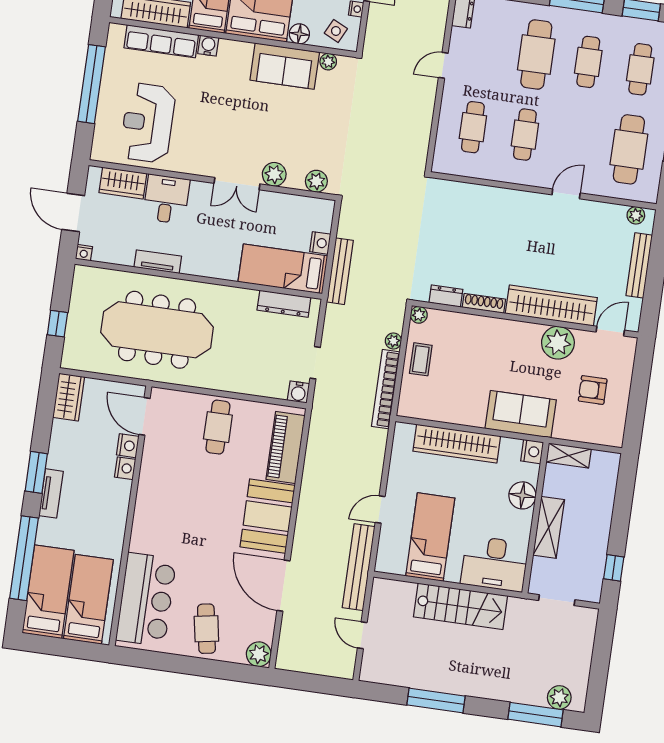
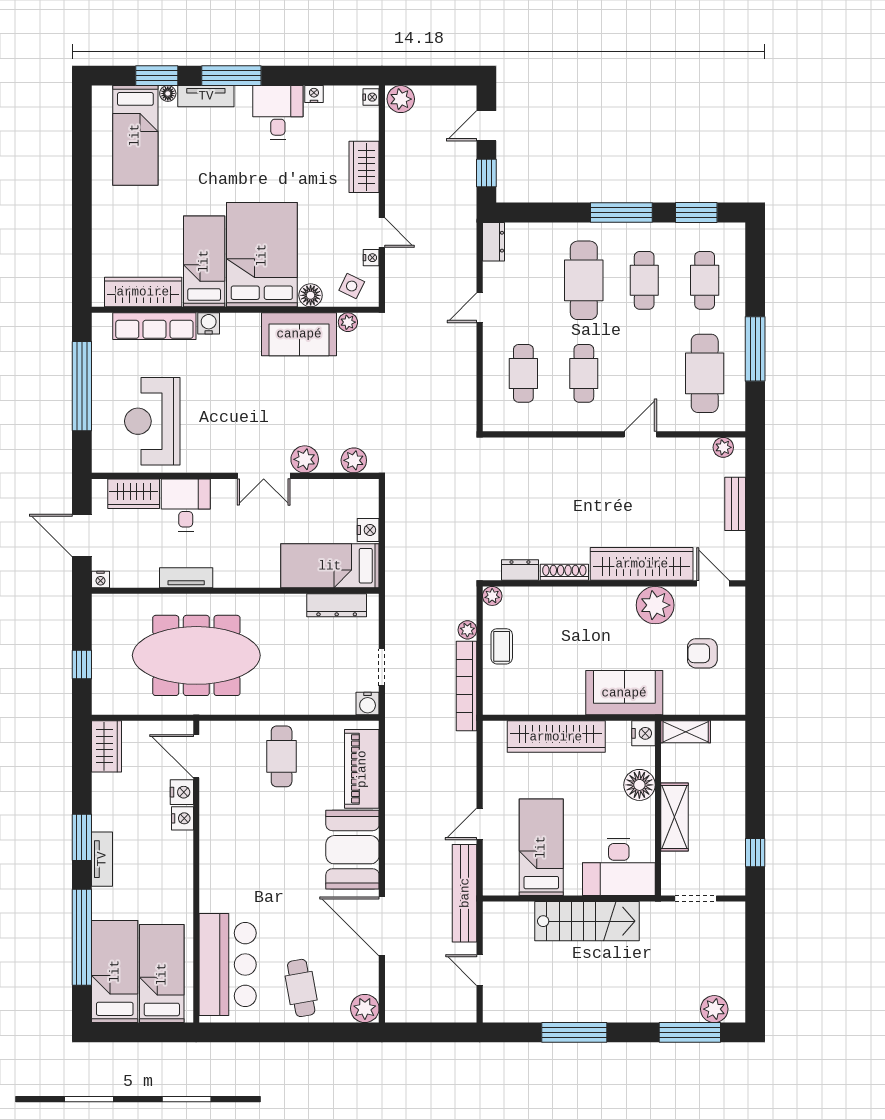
bench: (639, 265) -> (735, 504), width x0.73
bench: (340, 271) -> (395, 559), removed
door: (610, 331) -> (713, 583), hinge flipped

